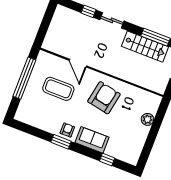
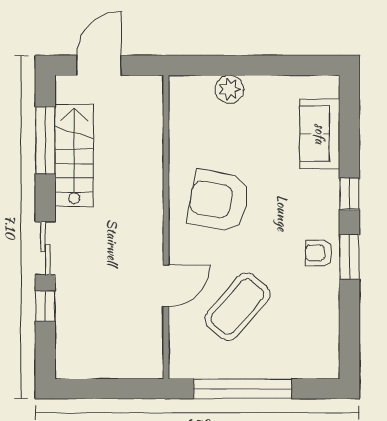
coffee table: (58, 89) -> (237, 307), turned 41
sofa: (92, 140) -> (320, 134), moved
window: (107, 160) -> (349, 194), moved

